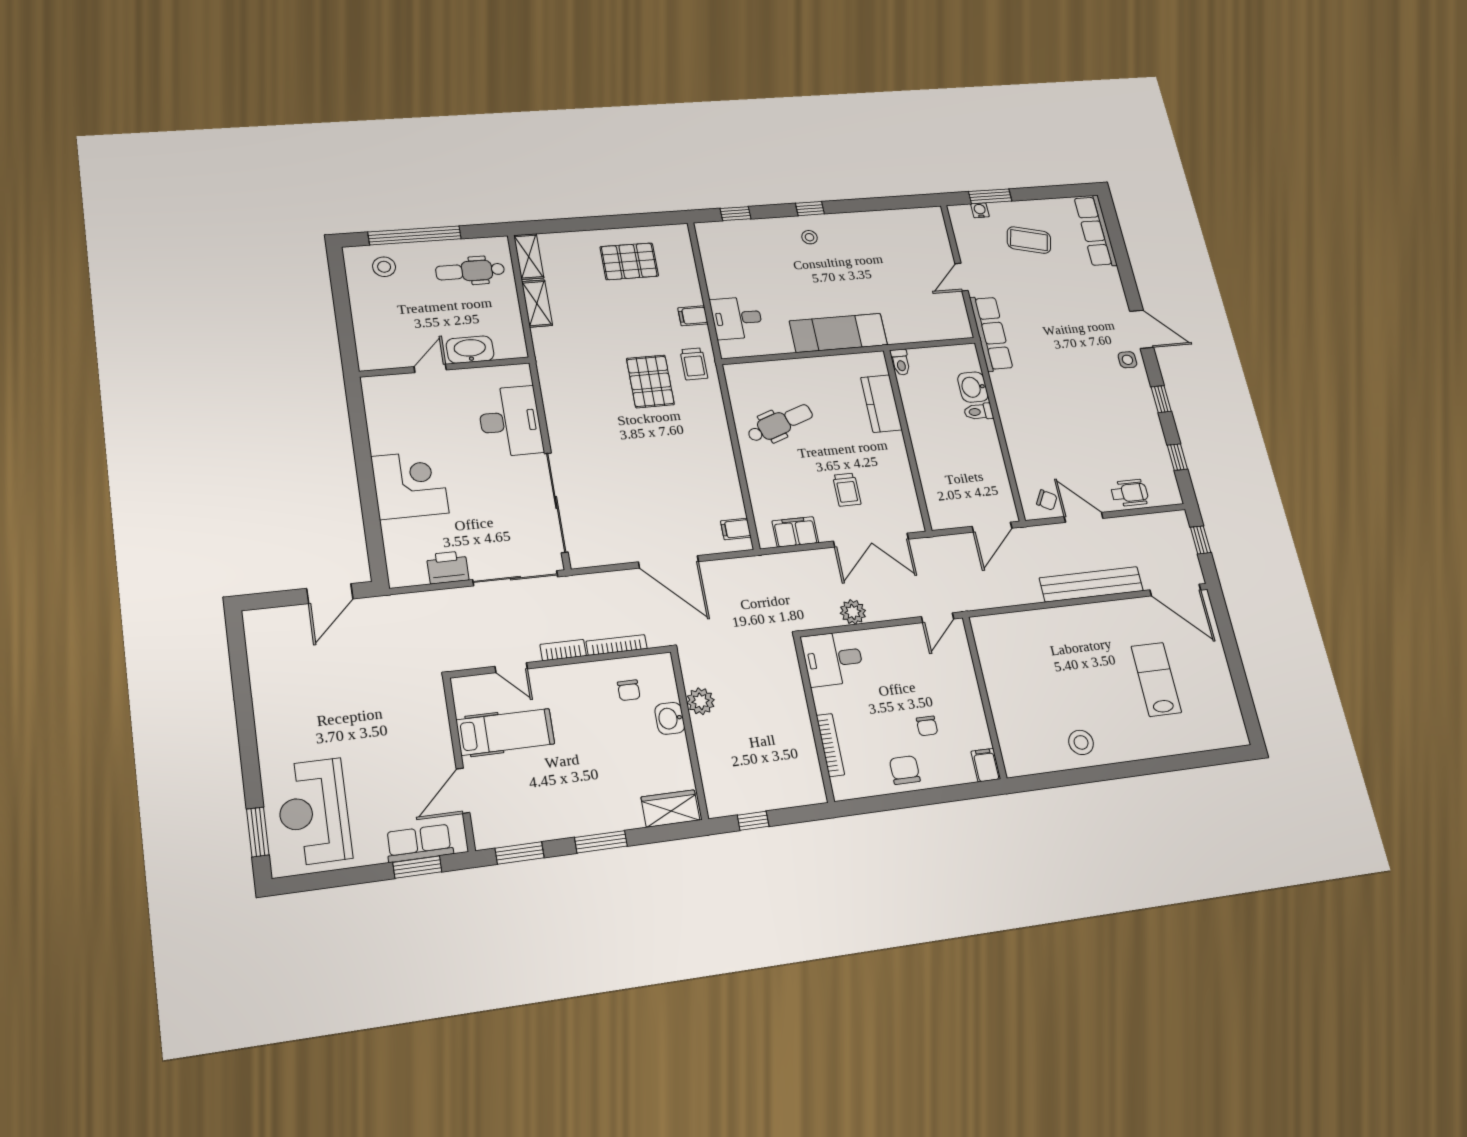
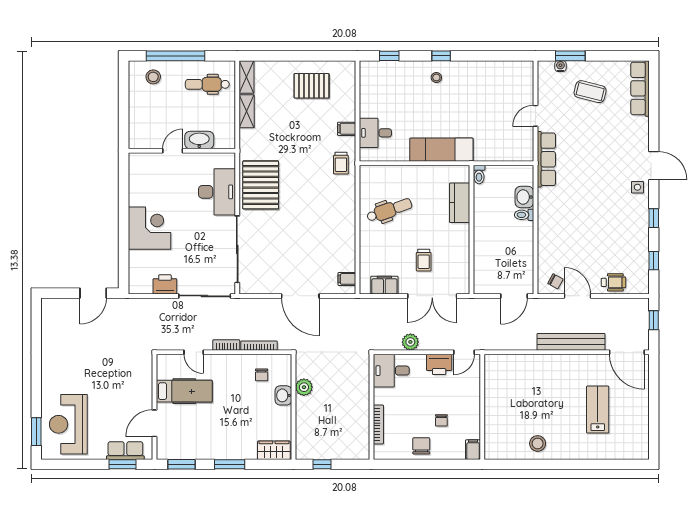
pallet: (650, 381) -> (261, 185), moved, width x1.37, depth x1.41
printer: (904, 641) -> (439, 364), added

